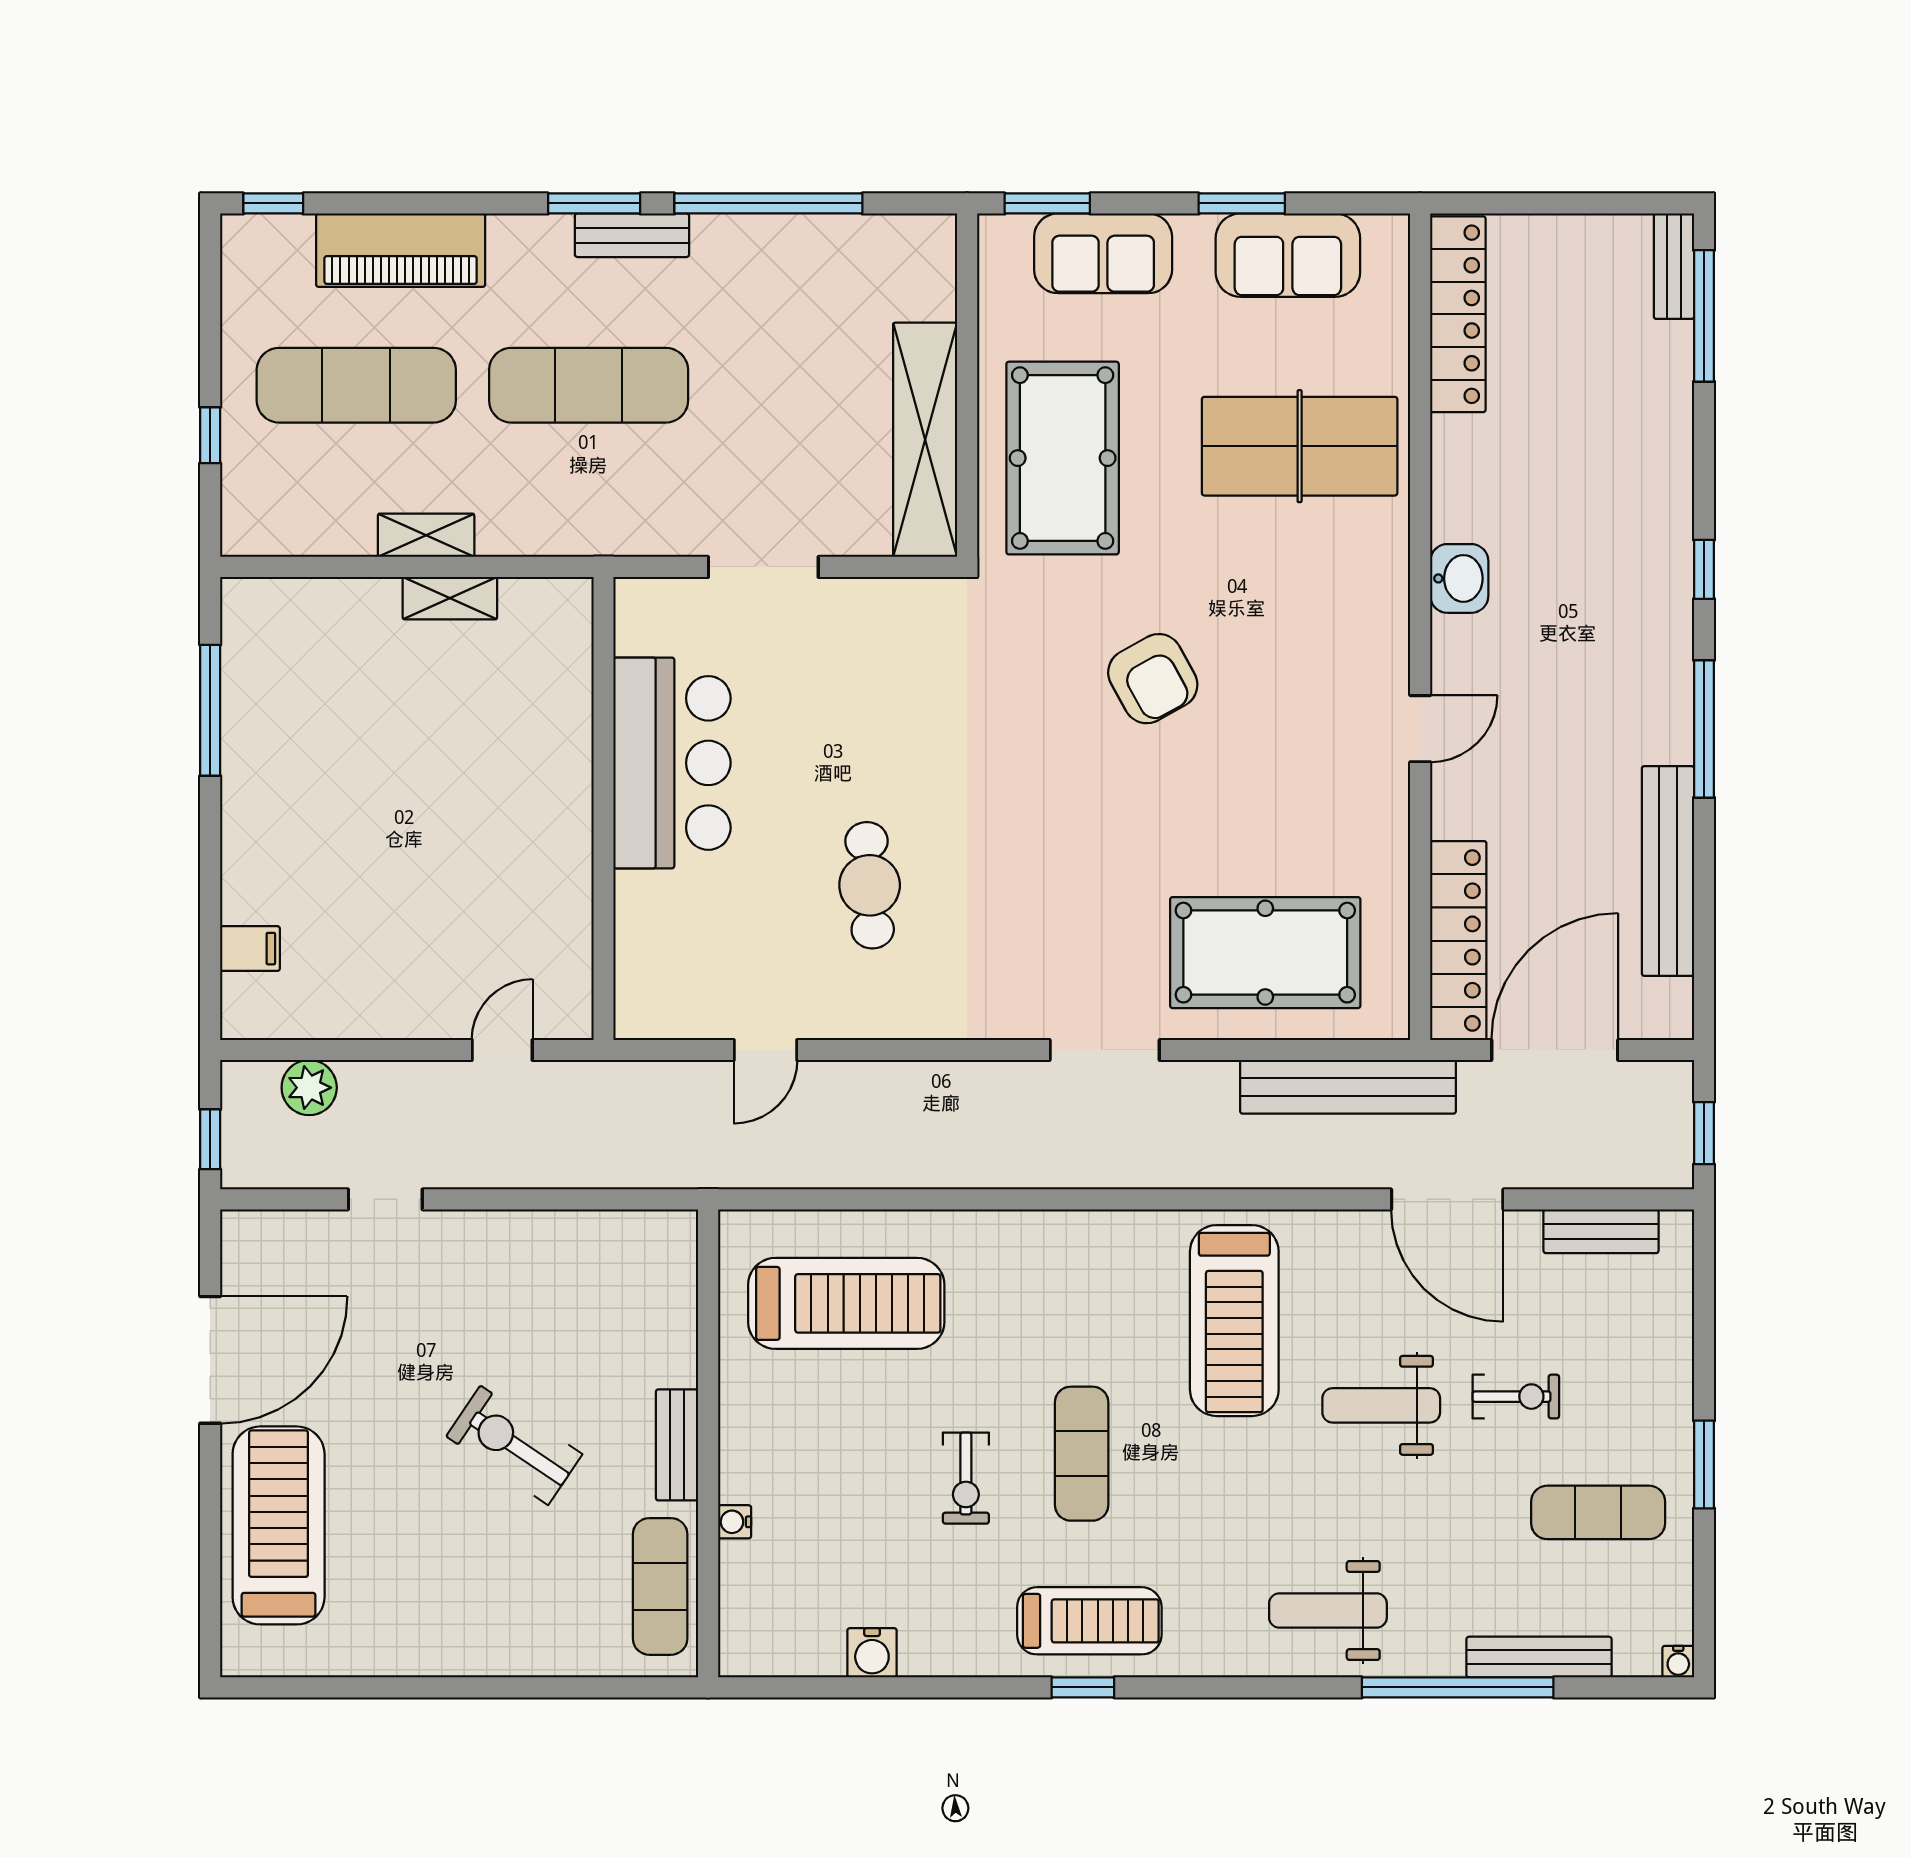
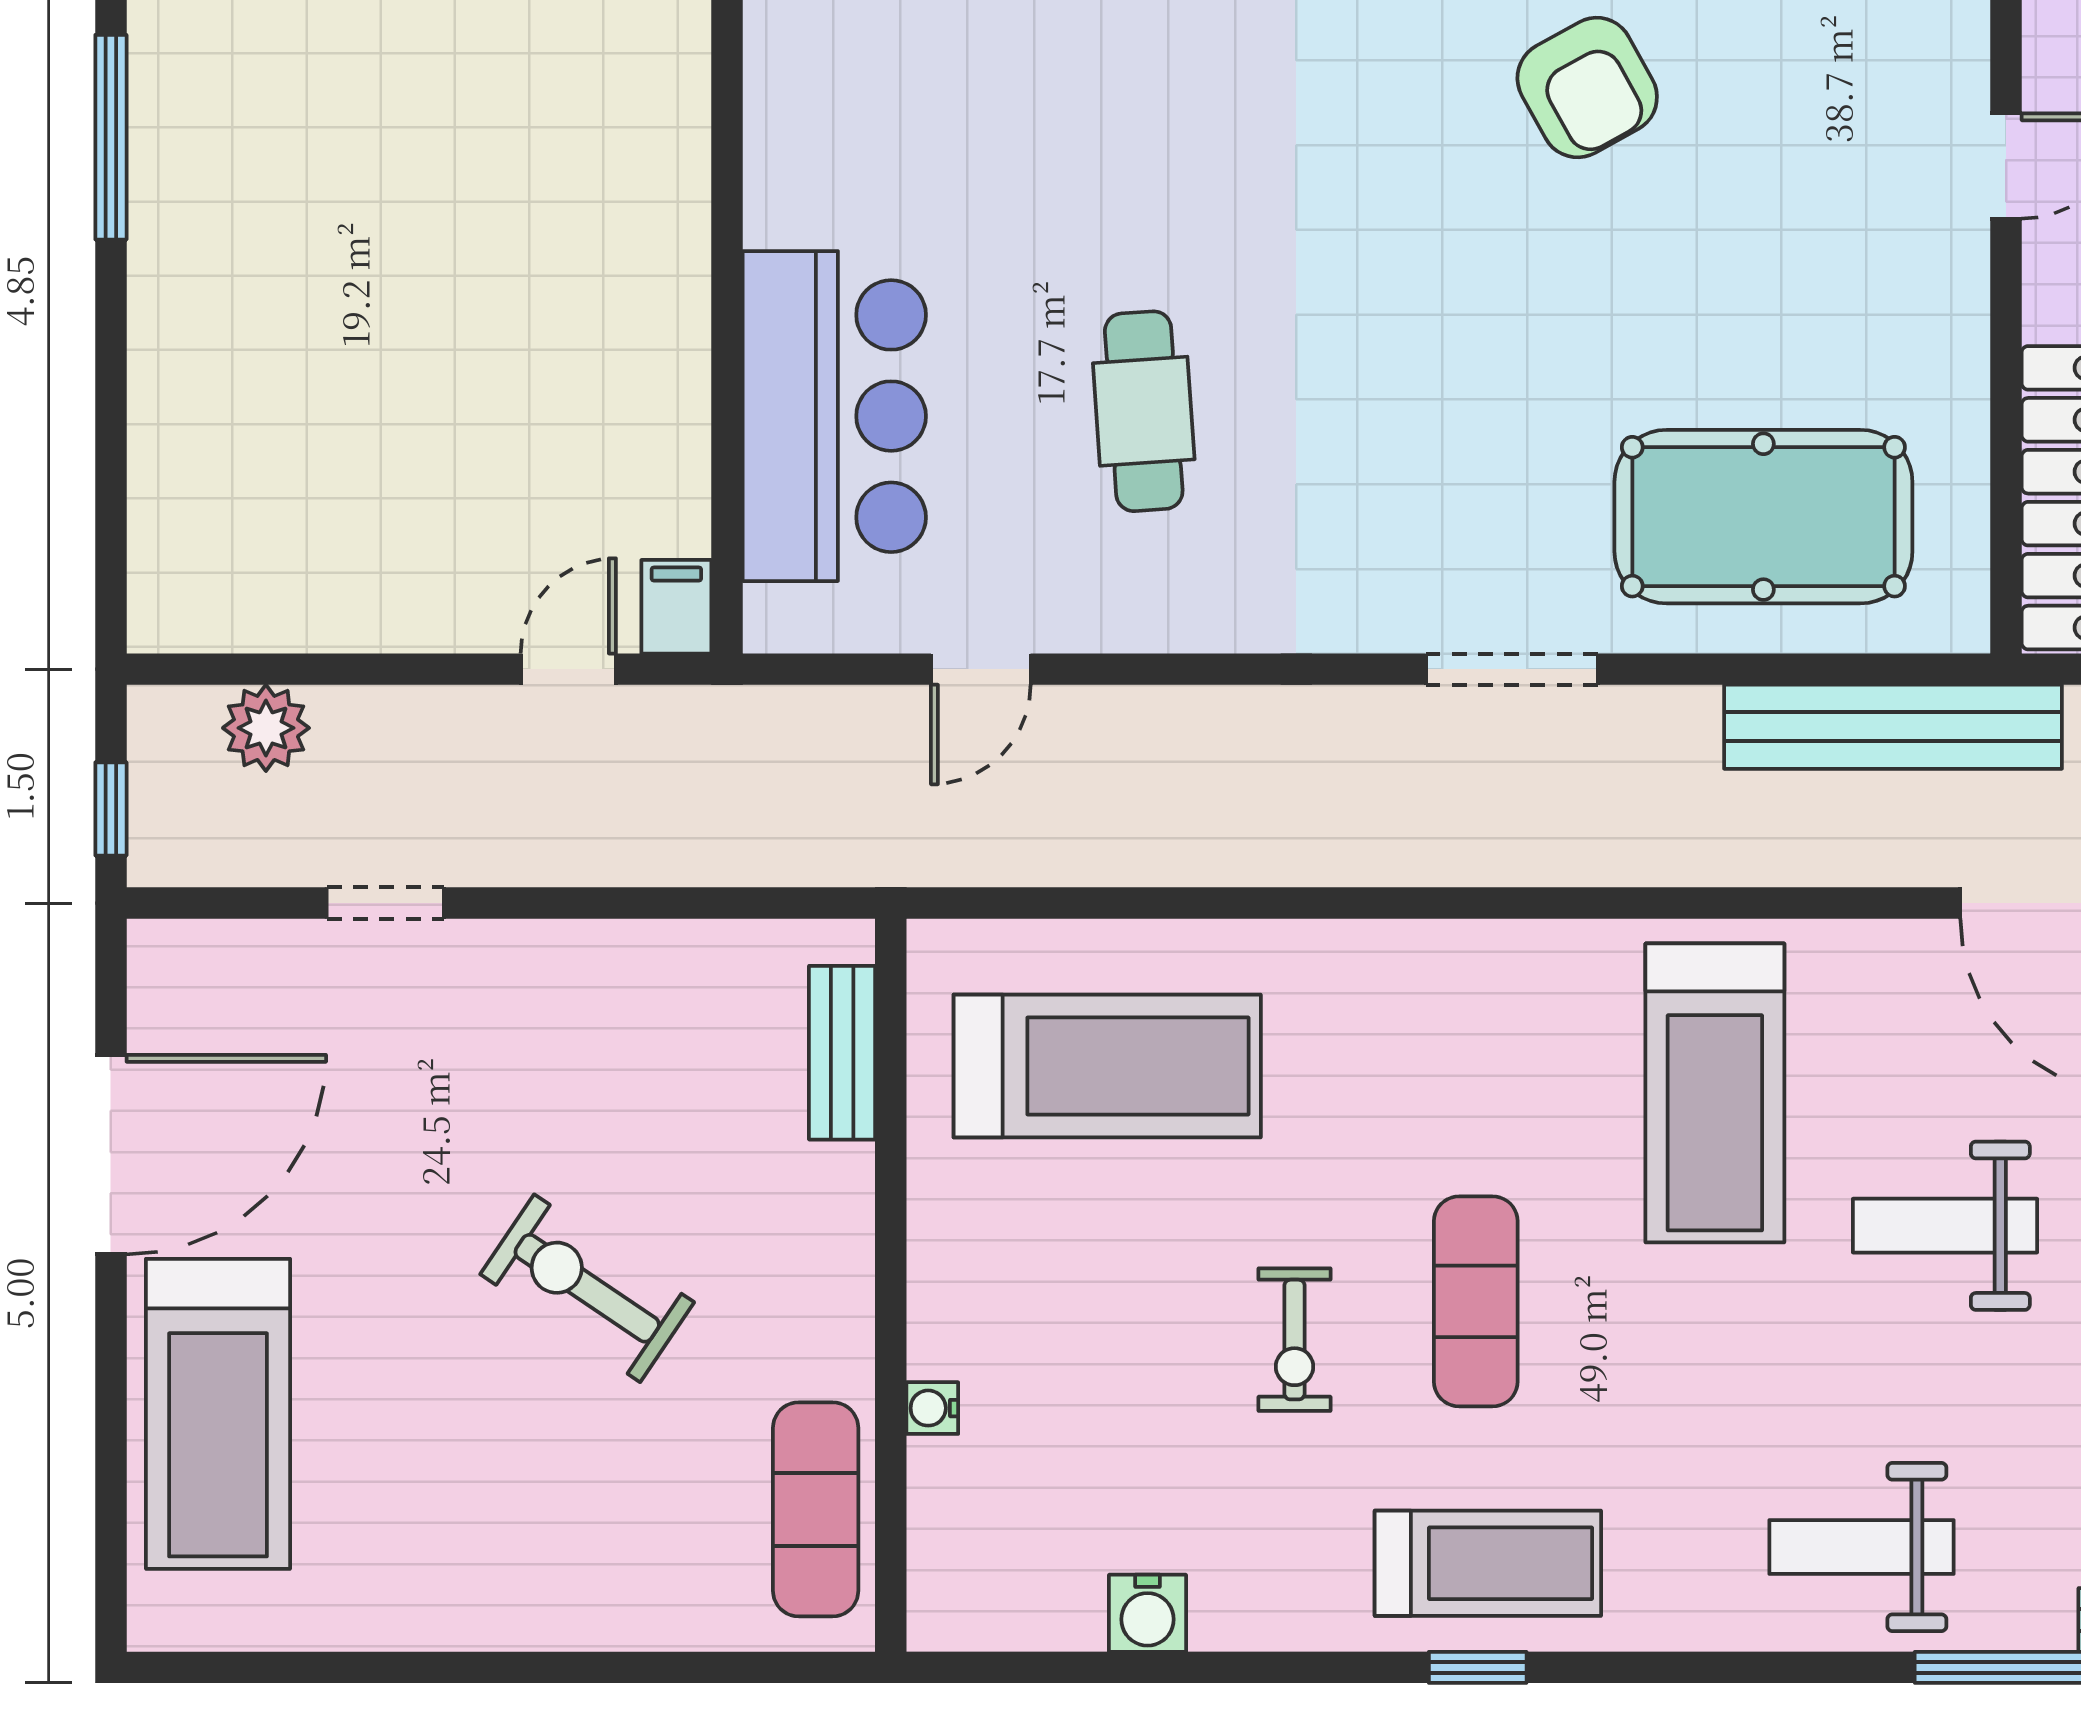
bar counter: (672, 763) -> (834, 416), moved
filing cabinet: (250, 949) -> (676, 607), moved, turned -90
bench: (677, 1445) -> (842, 1053), moved
treadmill: (279, 1525) -> (218, 1414), turned 180

